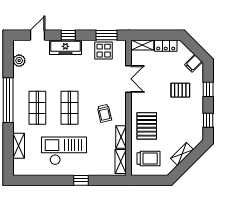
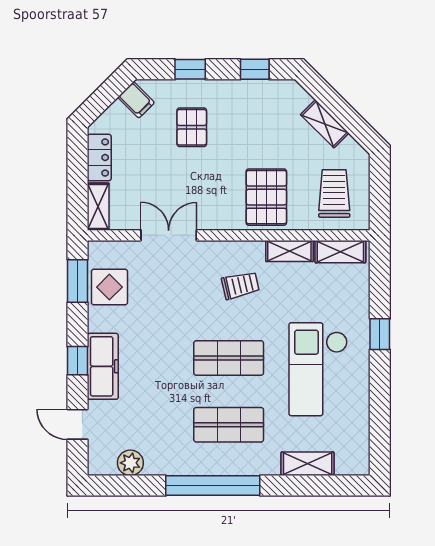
pallet: (147, 126) -> (266, 197), turned 90

